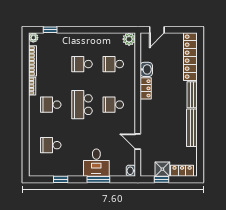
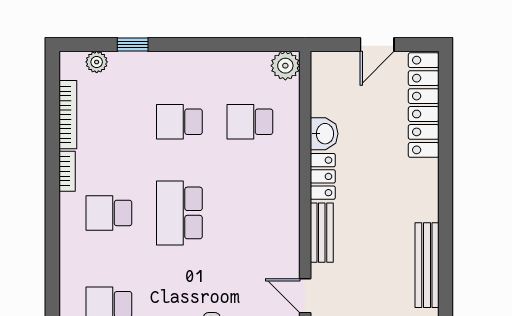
window: (50, 30) -> (133, 44), moved
door: (157, 30) -> (377, 44), moved
plant: (33, 38) -> (97, 62), moved
bench: (192, 95) -> (322, 233), moved
school desk: (113, 105) -> (250, 213), removed

